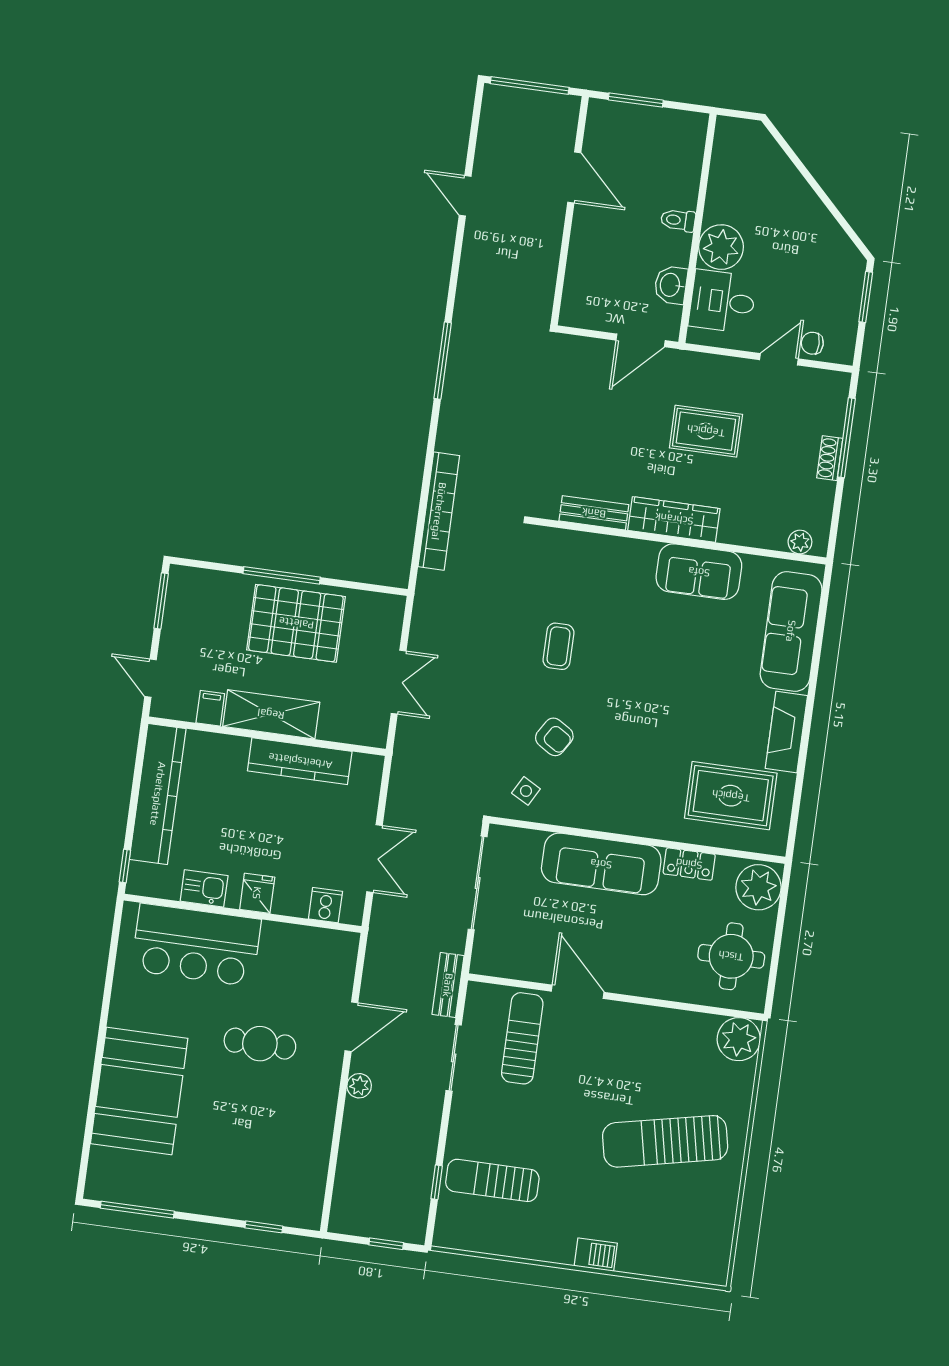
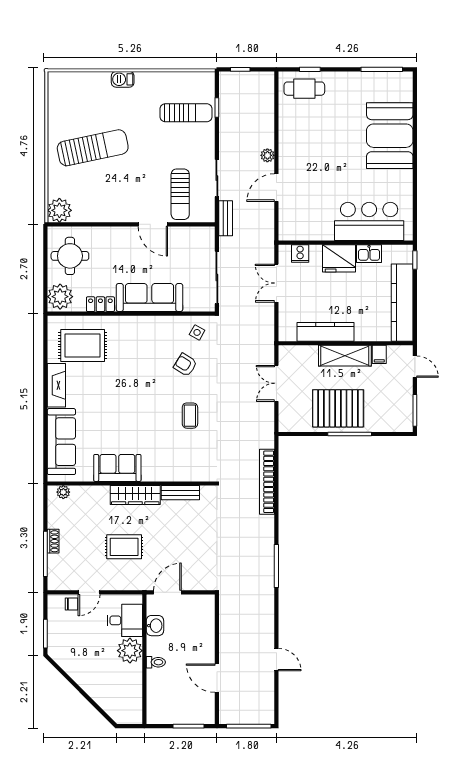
fridge: (257, 893) -> (339, 258), width x1.88, depth x1.34
cafe table: (260, 1044) -> (304, 89), moved

